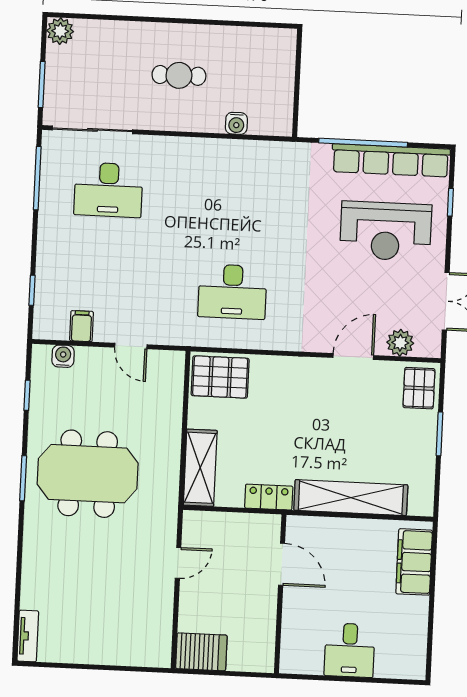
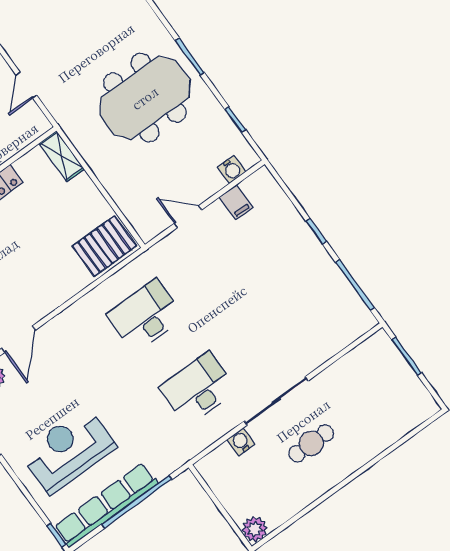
plant: (60, 31) -> (255, 529), moved
sliding door: (92, 130) -> (276, 401), moved
desk: (108, 190) -> (198, 389), moved
window: (450, 202) -> (56, 535), moved
window: (32, 290) -> (316, 231), moved
shelving: (200, 468) -> (62, 156), width x0.67, depth x0.75

